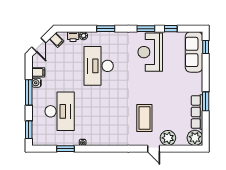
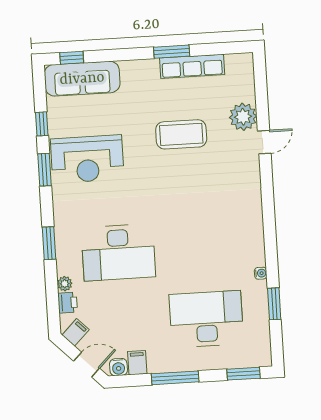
water cooler: (36, 83) -> (118, 367), moved
coffee table: (144, 118) -> (181, 134), moved
plant: (195, 138) -> (240, 67), removed

